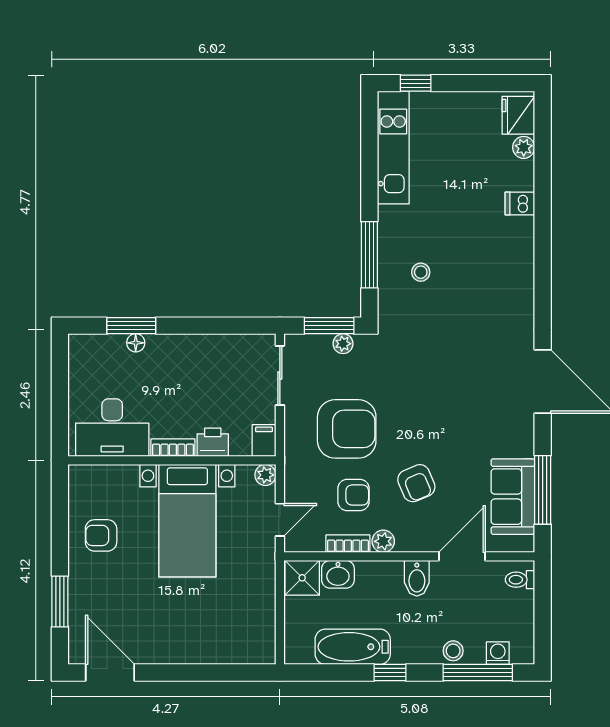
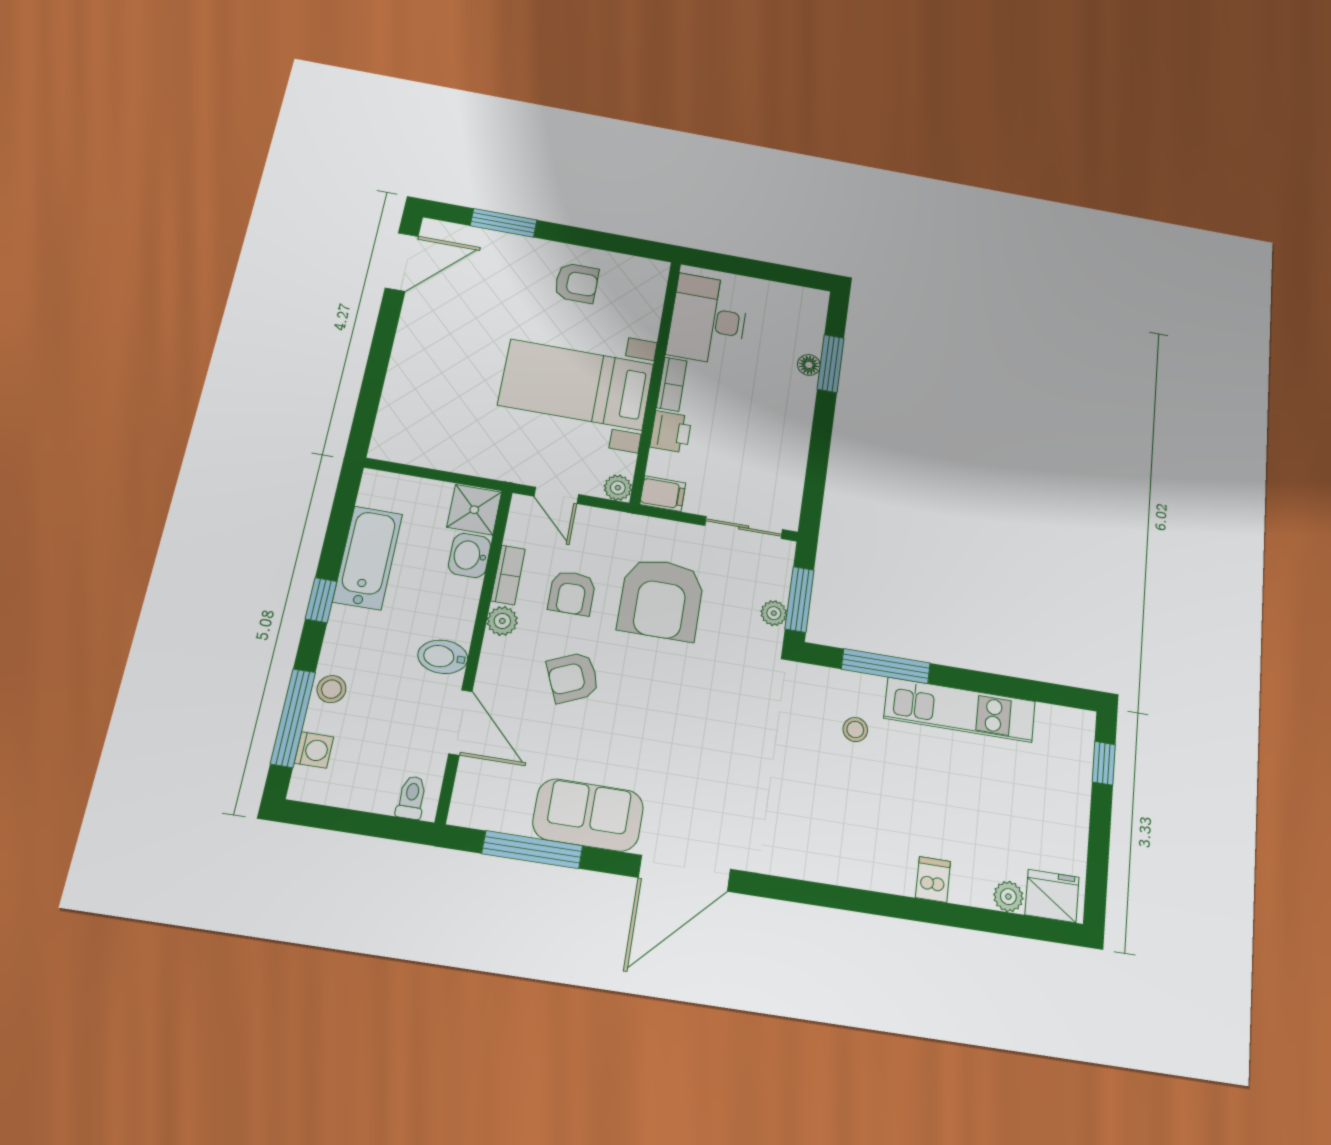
kitchen unit: (393, 147) -> (960, 710), moved
sofa: (513, 497) -> (588, 815), moved
armchair: (101, 535) -> (576, 283), turned 90

